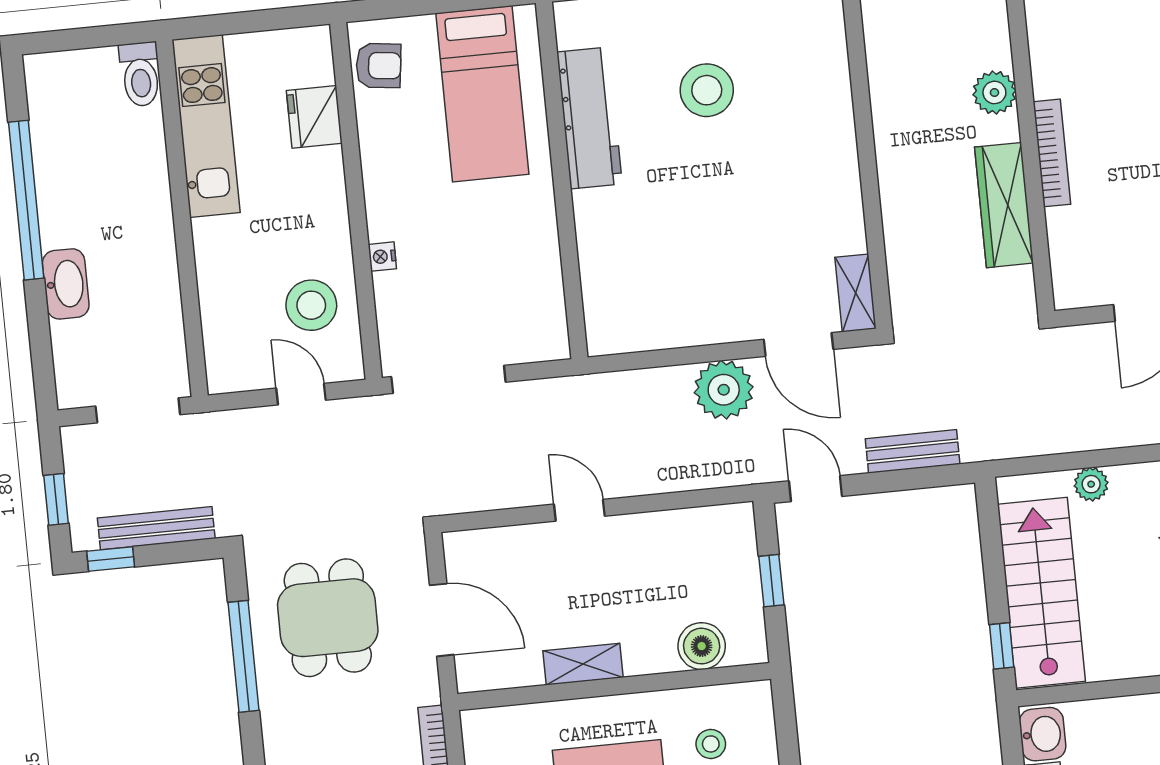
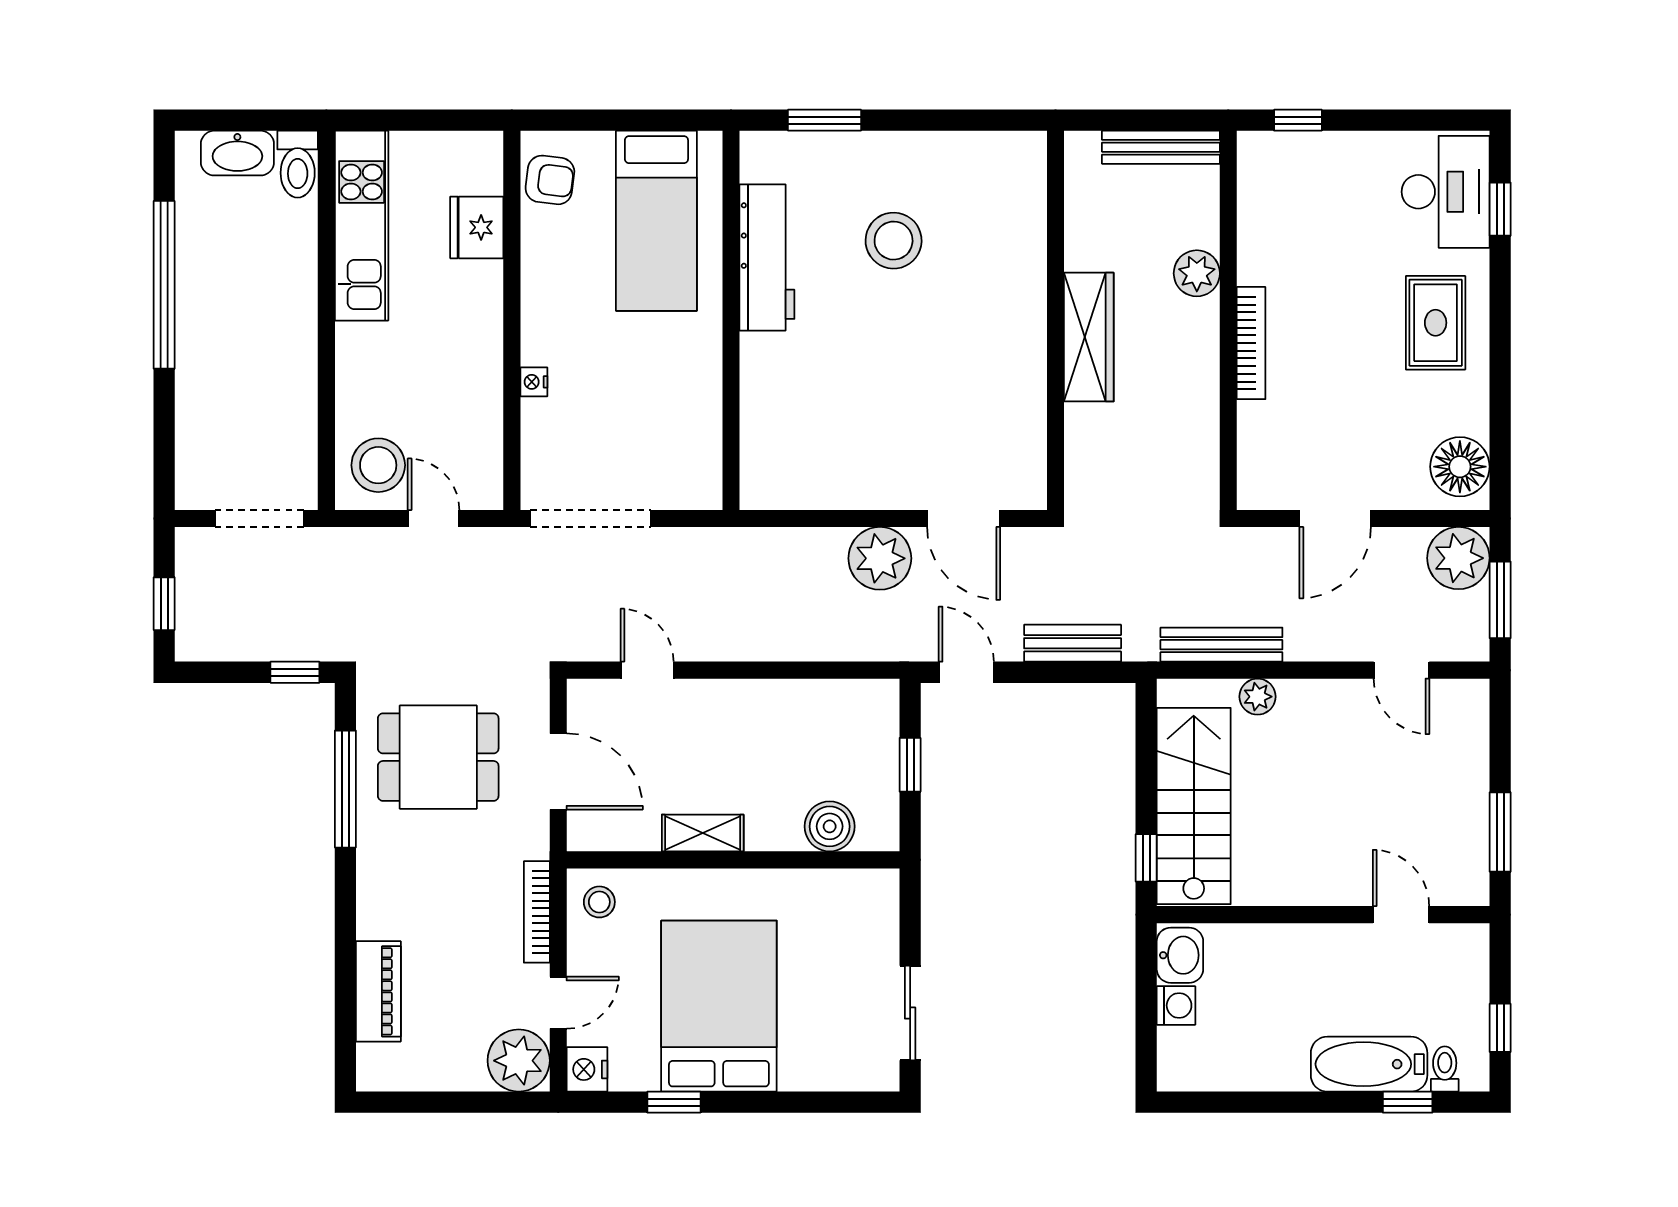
wardrobe: (1004, 205) -> (1089, 337), moved, turned 180
washbasin: (66, 284) -> (237, 153), moved, turned 90
shelving: (856, 293) -> (1029, 470), removed
stool: (311, 305) -> (378, 465), moved
door: (579, 510) -> (647, 670), moved
bench: (156, 528) -> (1221, 645), moved
window: (111, 559) -> (295, 672), moved
dining table: (328, 618) -> (438, 757), turned 90
stool: (711, 744) -> (599, 902), moved

